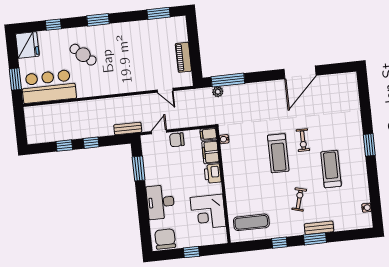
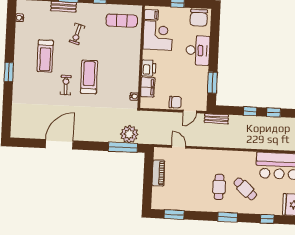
cafe table: (113, 52) -> (219, 187), added
plant: (218, 92) -> (129, 134), width x1.88, depth x1.88
filing cabinet: (208, 134) -> (151, 15), moved

